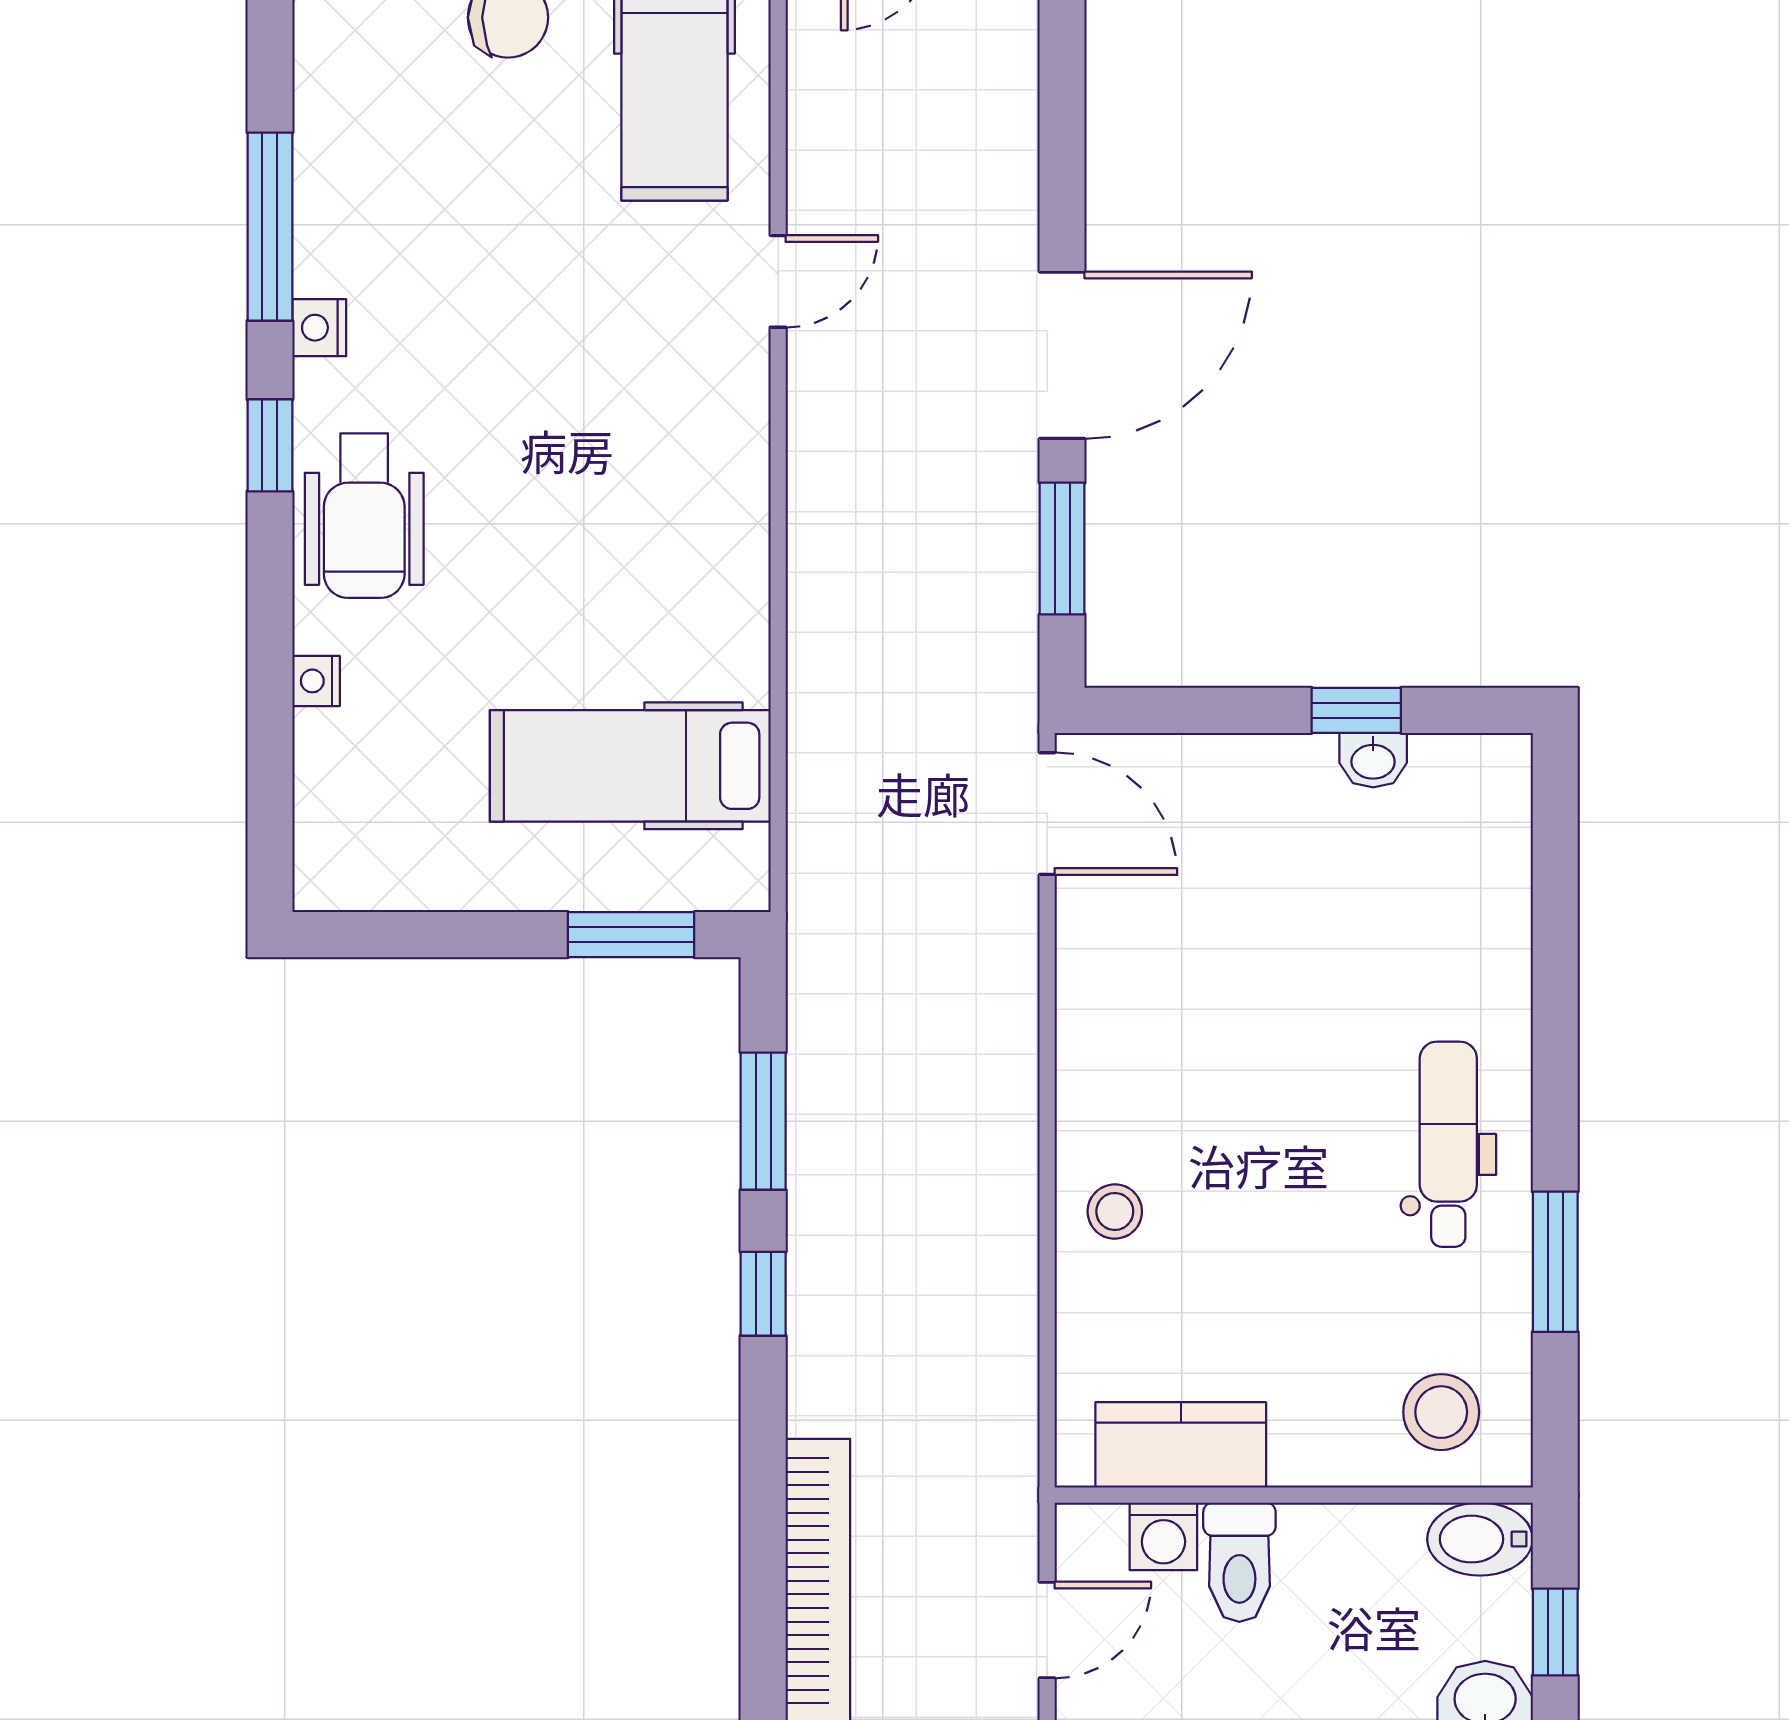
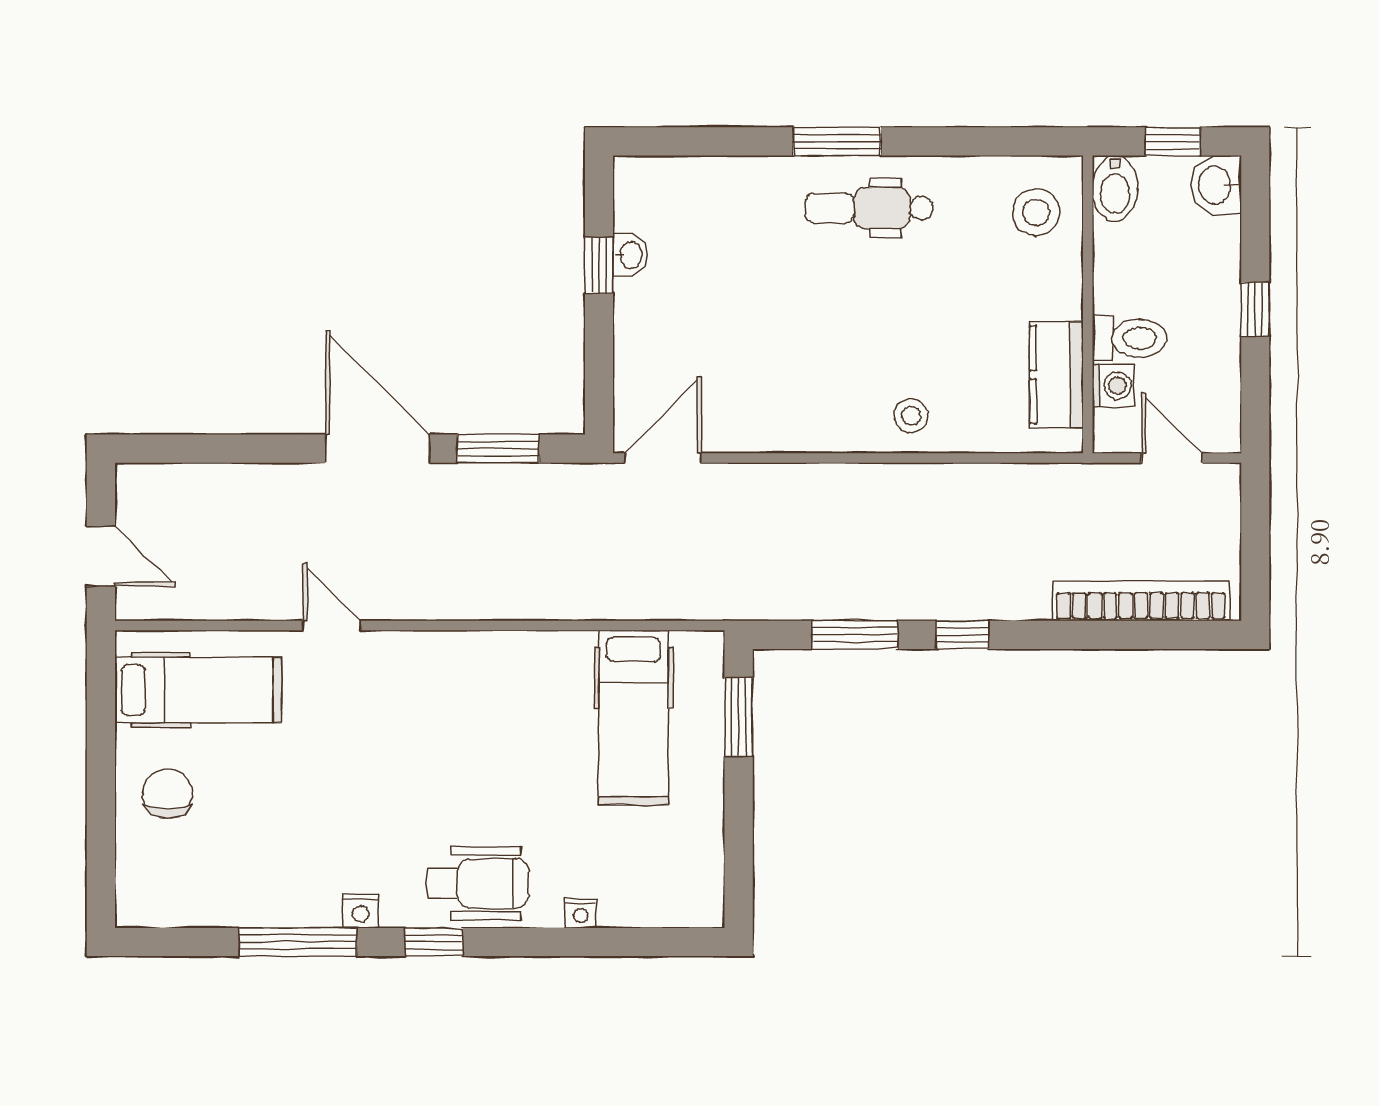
window: (1555, 1262) -> (837, 141), moved

